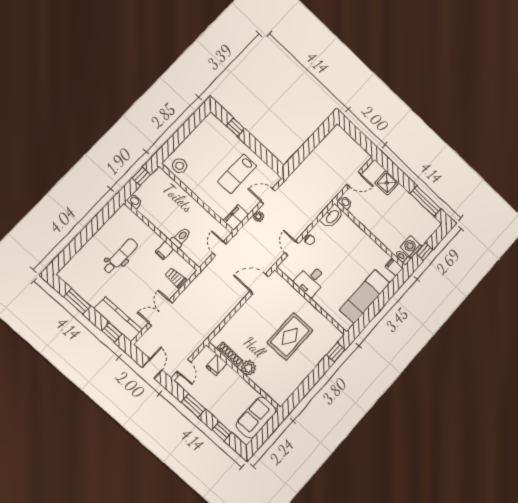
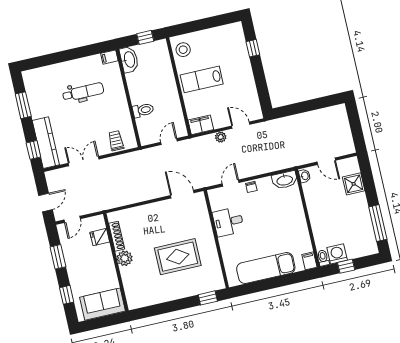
lab bench: (237, 174) -> (202, 79), moved
washbasin: (134, 201) -> (129, 60), width x1.91, depth x1.45
filing cabinet: (164, 251) -> (109, 57), moved

